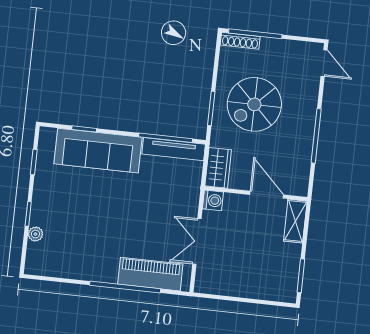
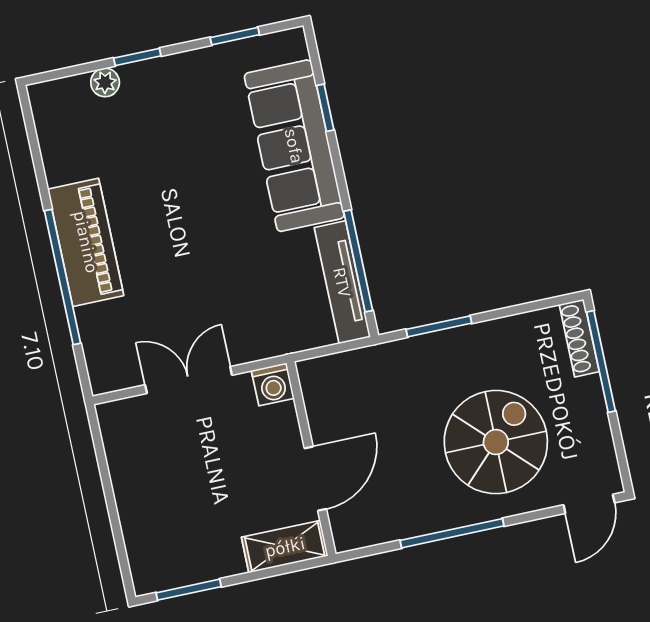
spiral stairs: (254, 104) -> (496, 442), moved, turned 90
wardrobe: (218, 168) -> (335, 375), removed
piano: (150, 274) -> (86, 242), moved

